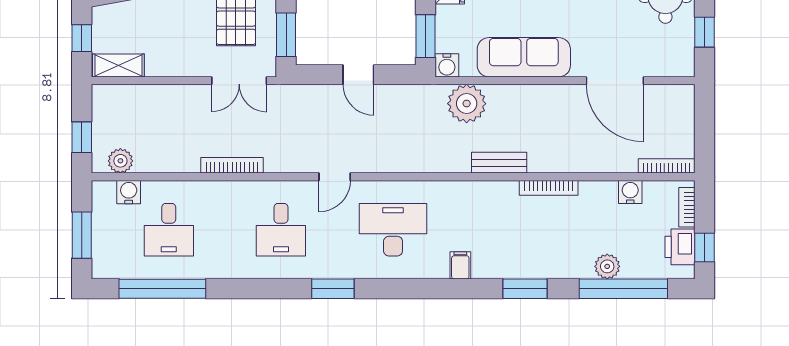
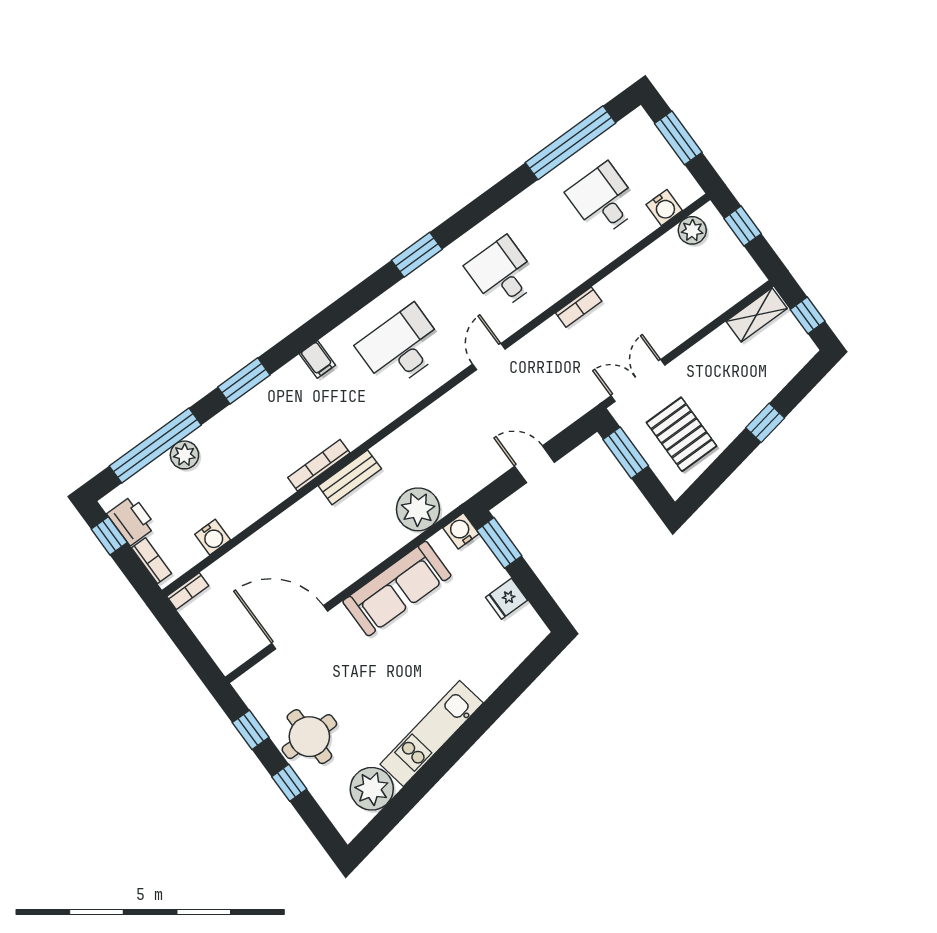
bookcase: (232, 165) -> (579, 307), width x0.64
bookcase: (667, 166) -> (188, 591), width x0.64
bookcase: (549, 188) -> (319, 465), moved
desk: (393, 230) -> (401, 347), turned 180

